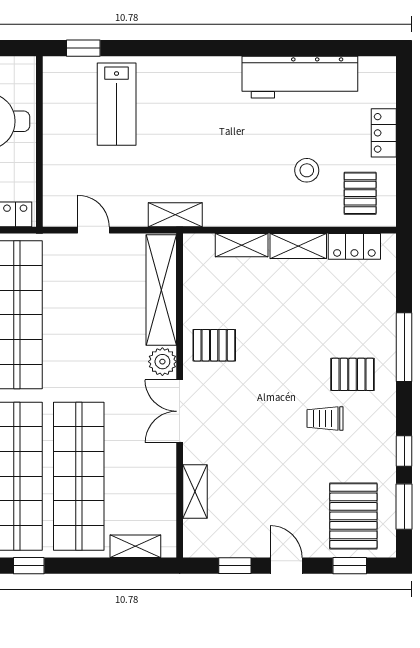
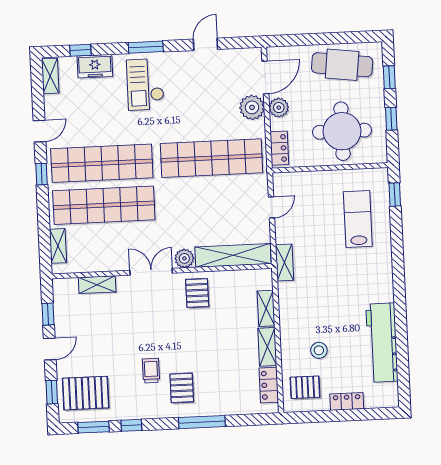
lab bench: (117, 104) -> (358, 219), turned 90

